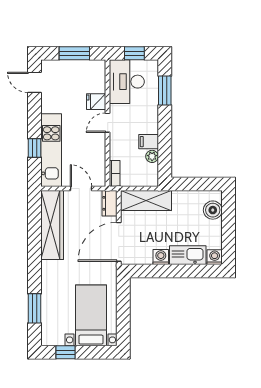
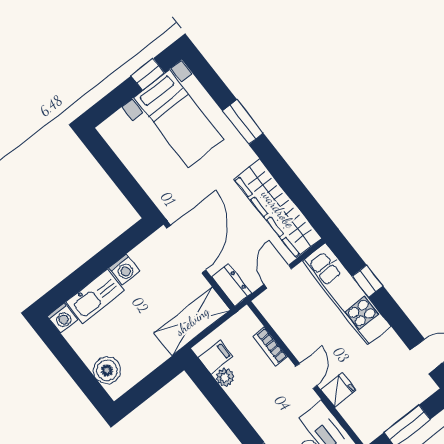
filing cabinet: (149, 142) -> (216, 357), moved
bookcase: (115, 173) -> (270, 347), moved
door: (81, 188) -> (278, 277), swing flipped
window: (35, 308) -> (243, 122), moved
bed with nightstands: (91, 315) -> (179, 119), moved

